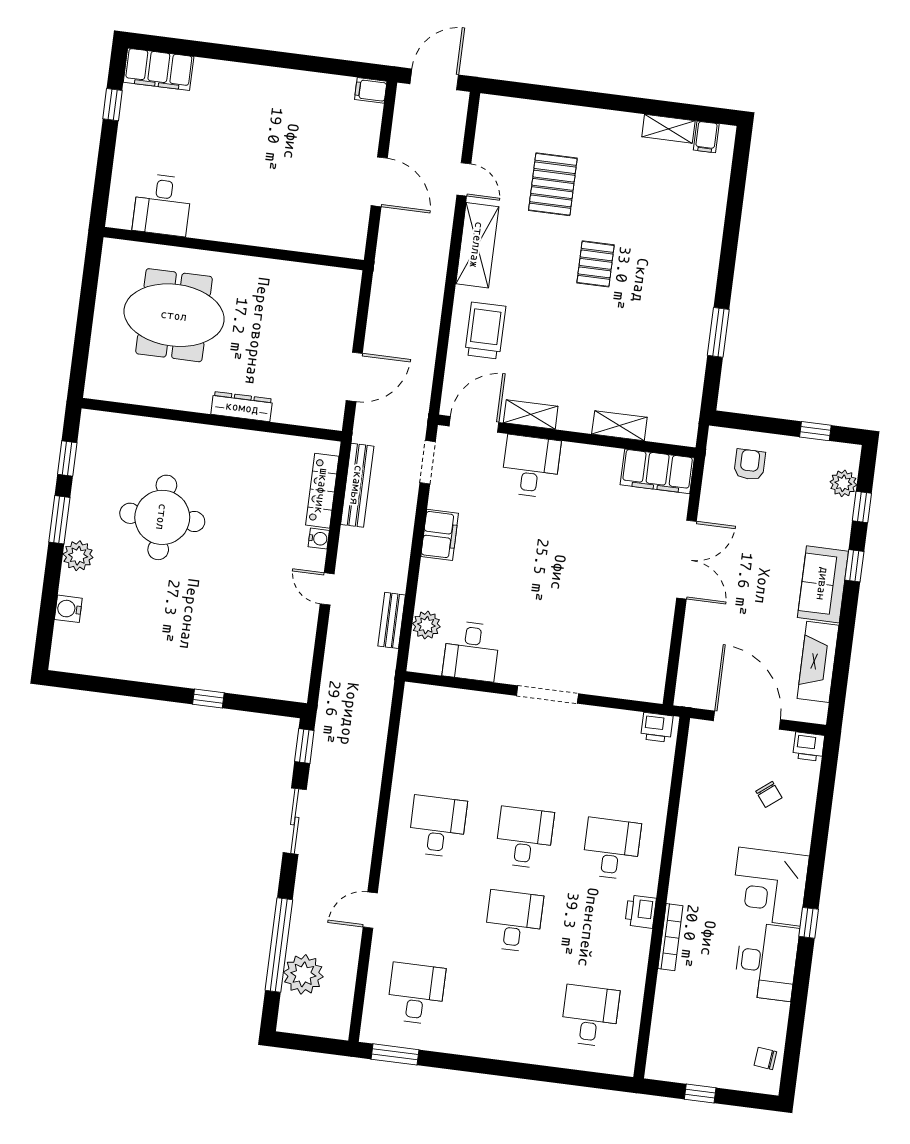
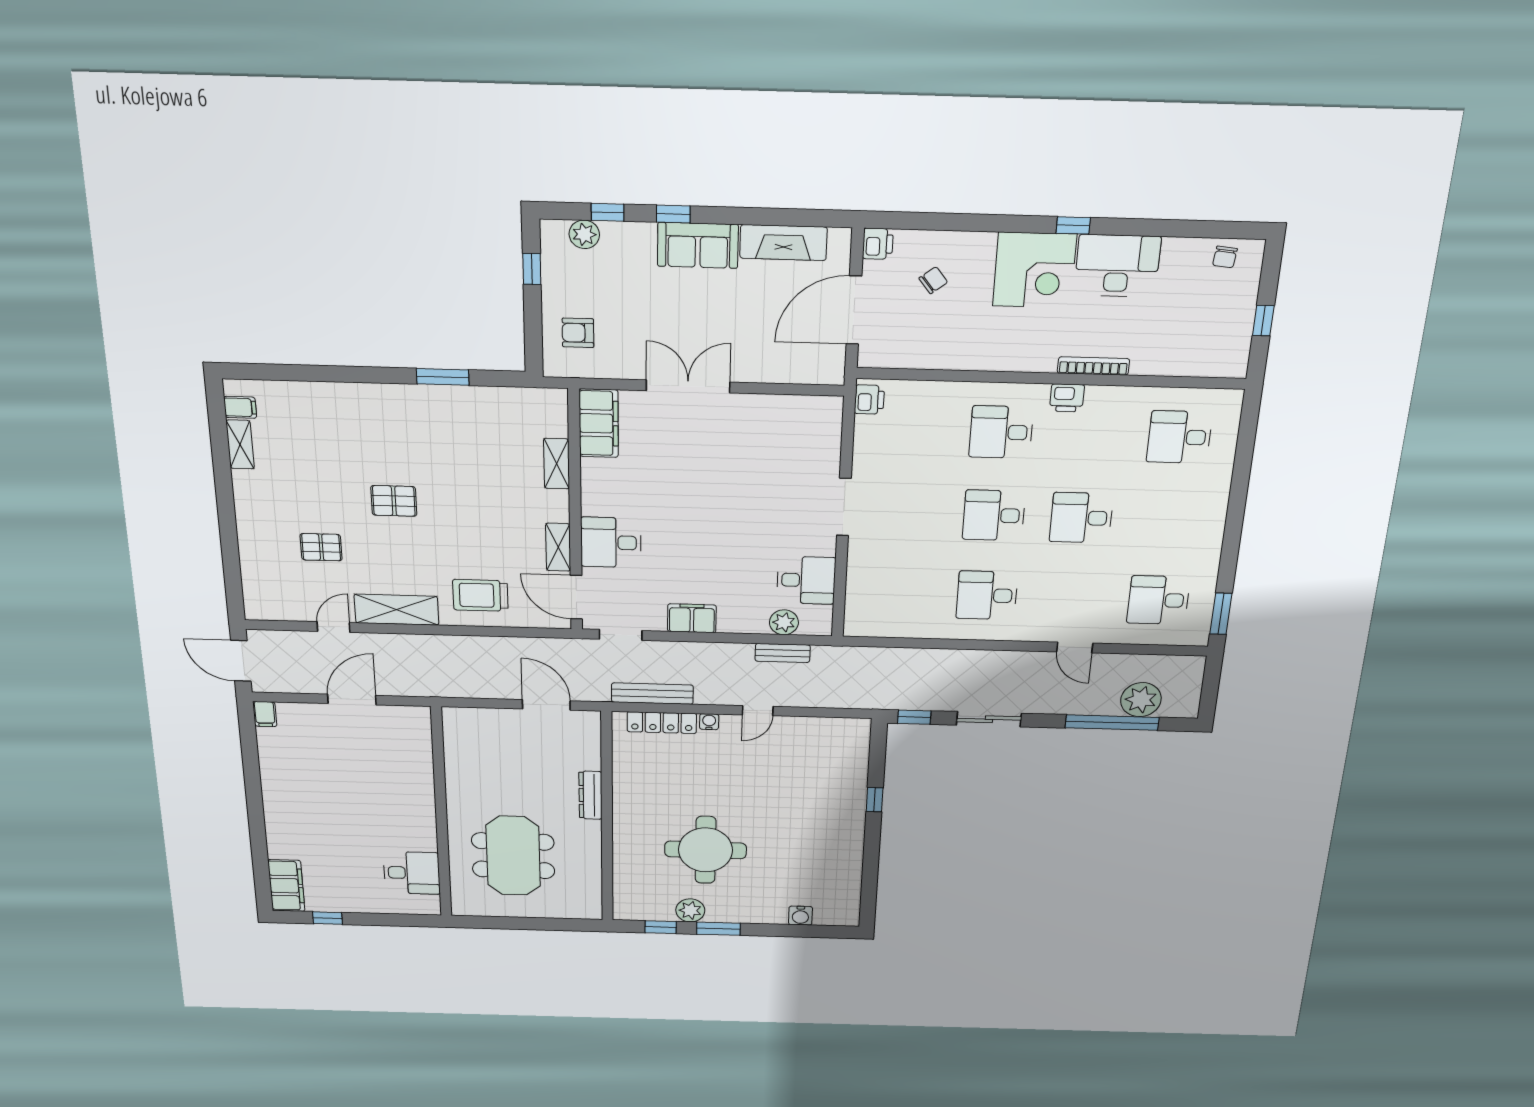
pallet: (553, 184) -> (321, 547), width x0.67, depth x0.71
plant: (78, 556) -> (690, 910), moved

